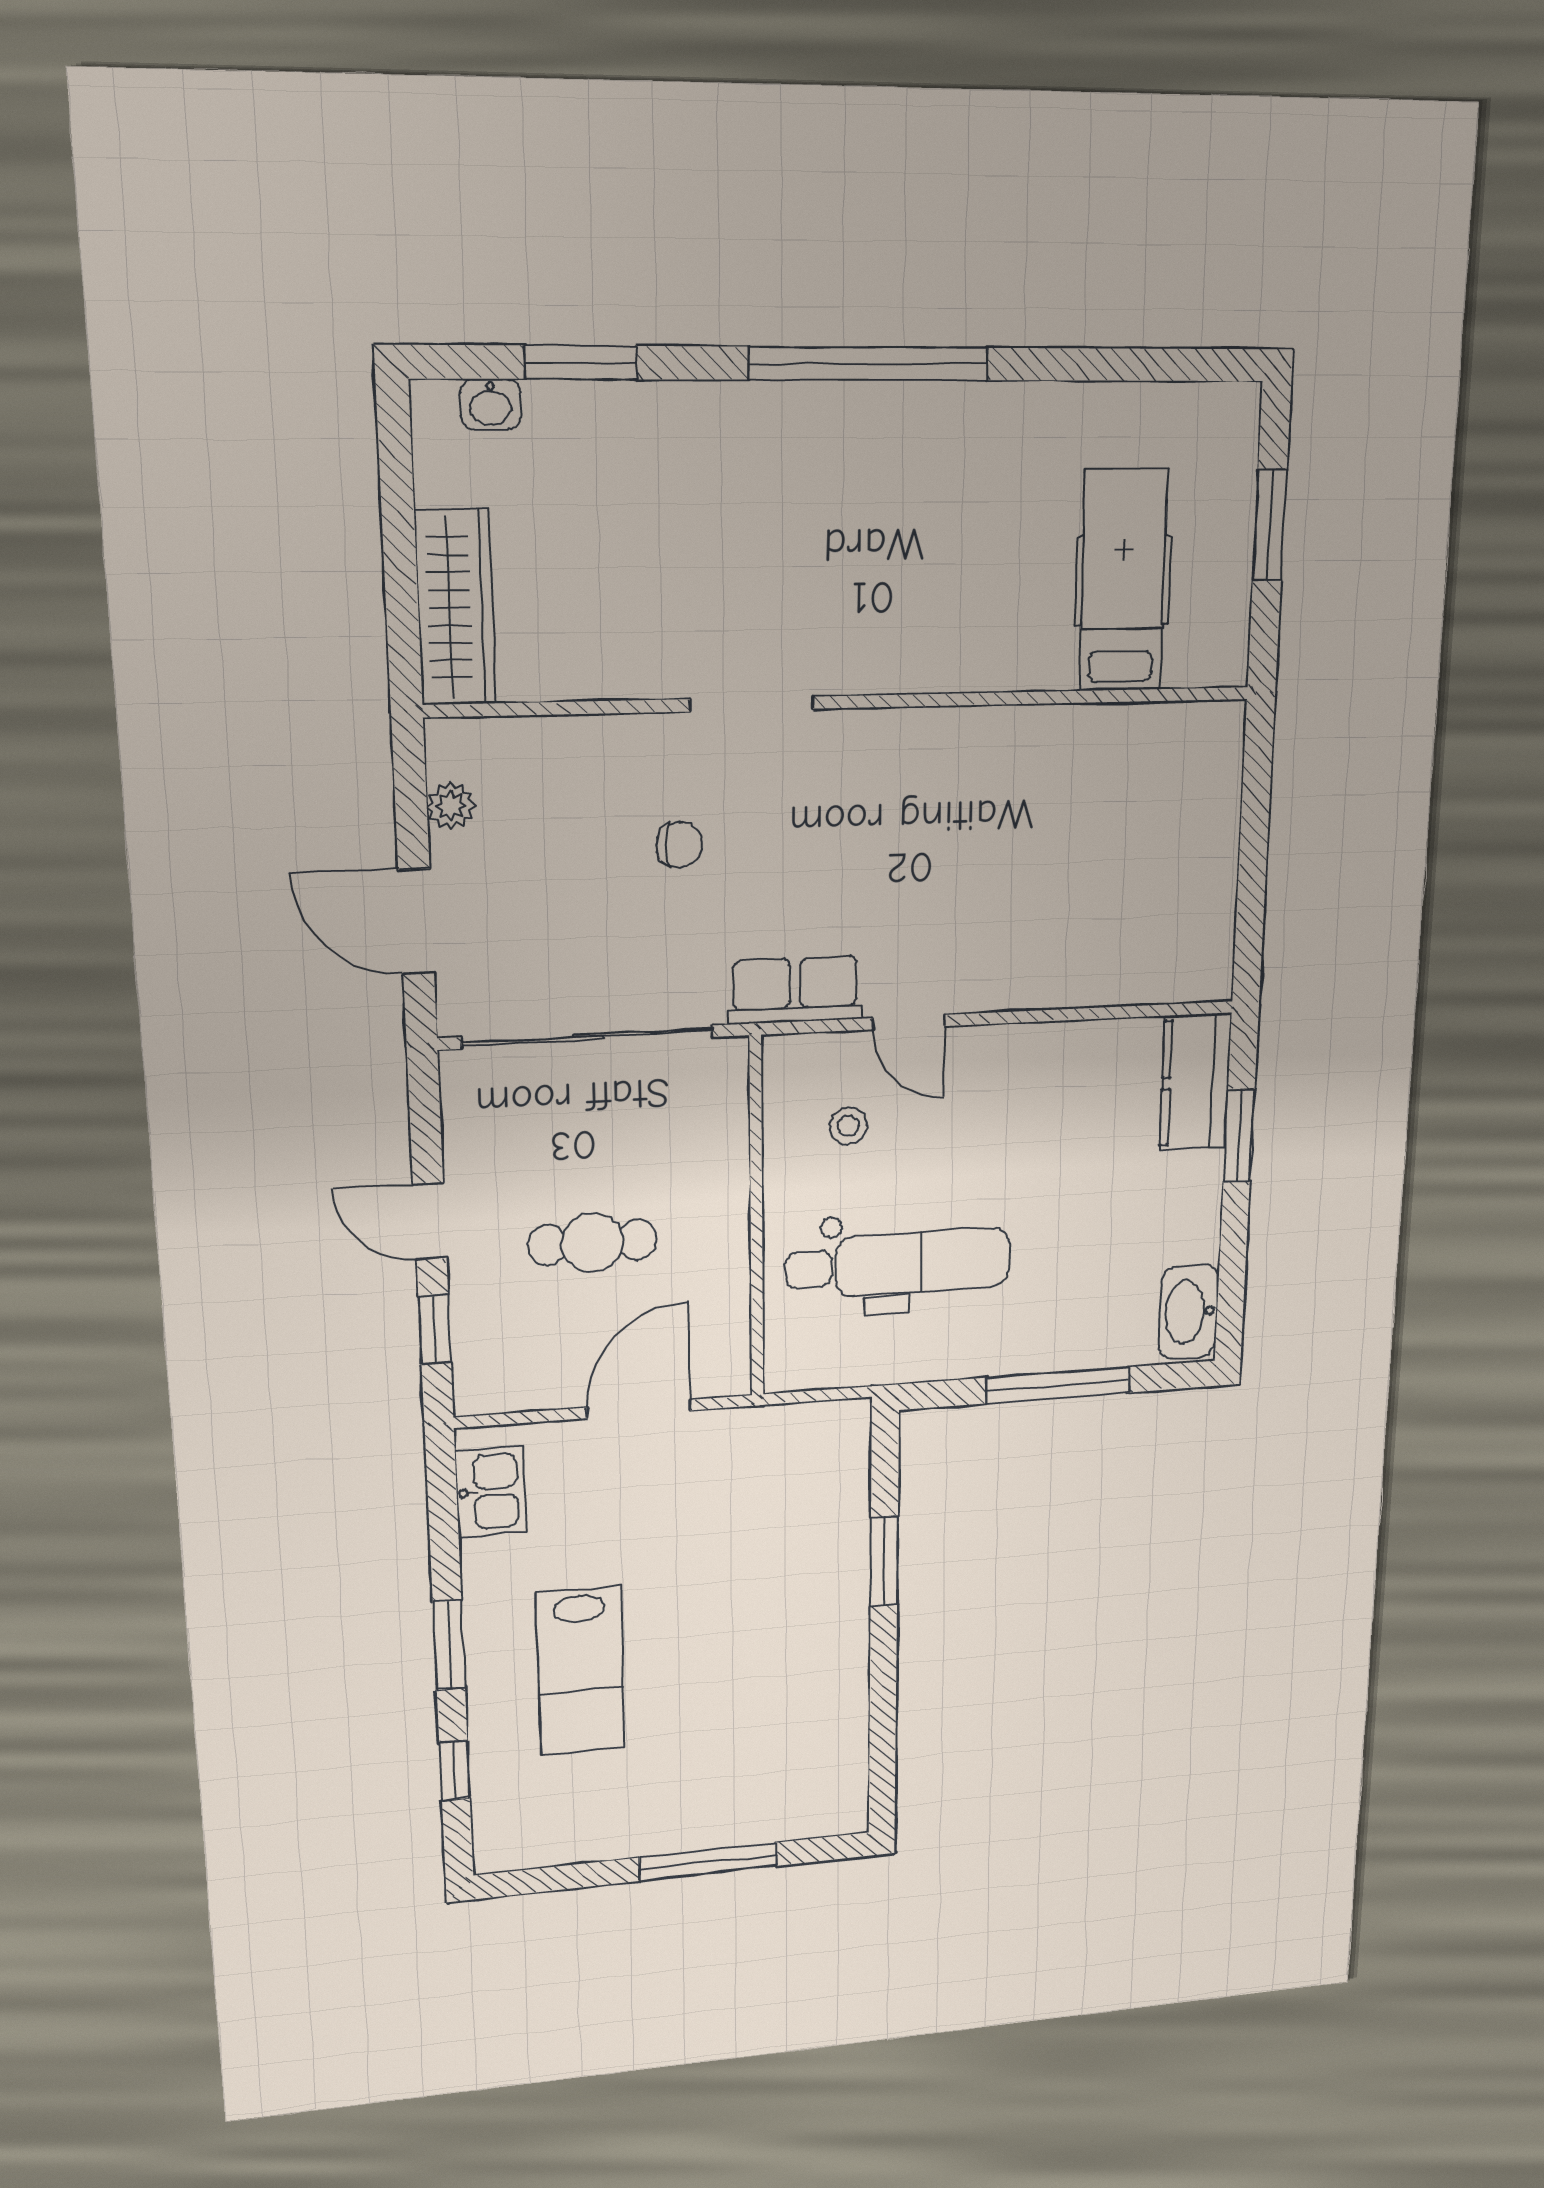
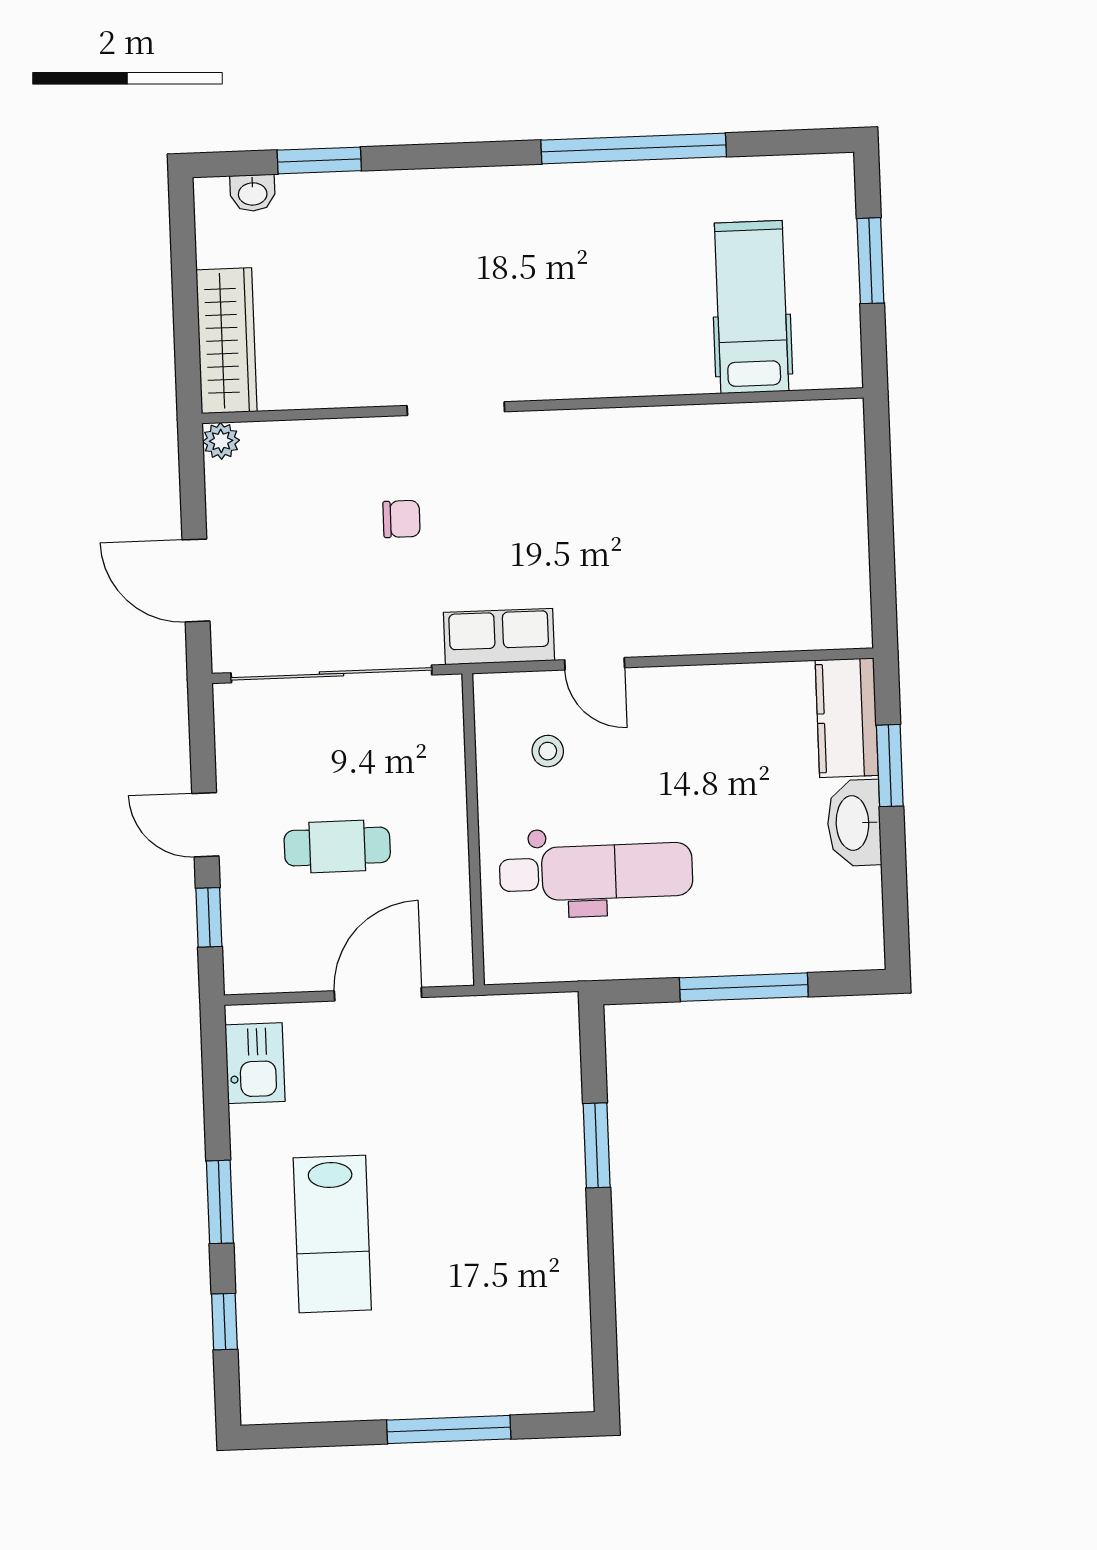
window: (869, 364) -> (634, 148), moved
plant: (451, 806) -> (221, 441), moved
washbasin: (1189, 1312) -> (854, 823), moved

